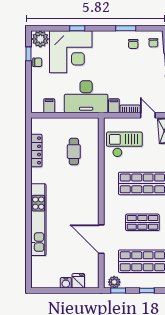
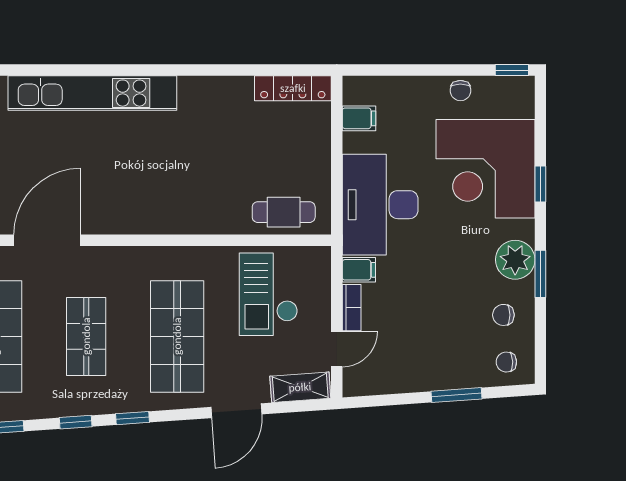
window: (126, 28) -> (540, 274), moved
plant: (40, 39) -> (515, 260), moved
window: (29, 54) -> (512, 70), moved
checkout: (124, 144) -> (268, 294), turned 180
locker: (36, 150) -> (293, 88), moved
cafe table: (74, 152) -> (284, 212), moved

